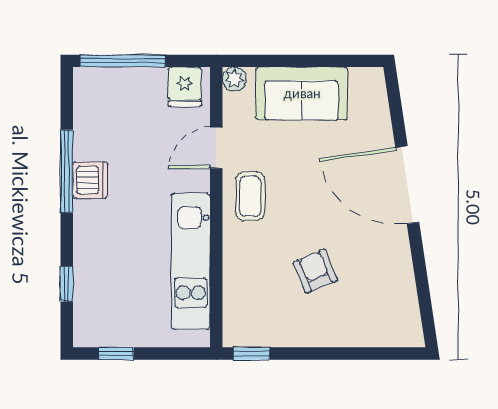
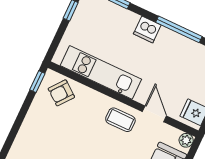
dishwasher: (90, 180) -> (147, 29), moved
armchair: (315, 271) -> (61, 93), moved, turned 151

